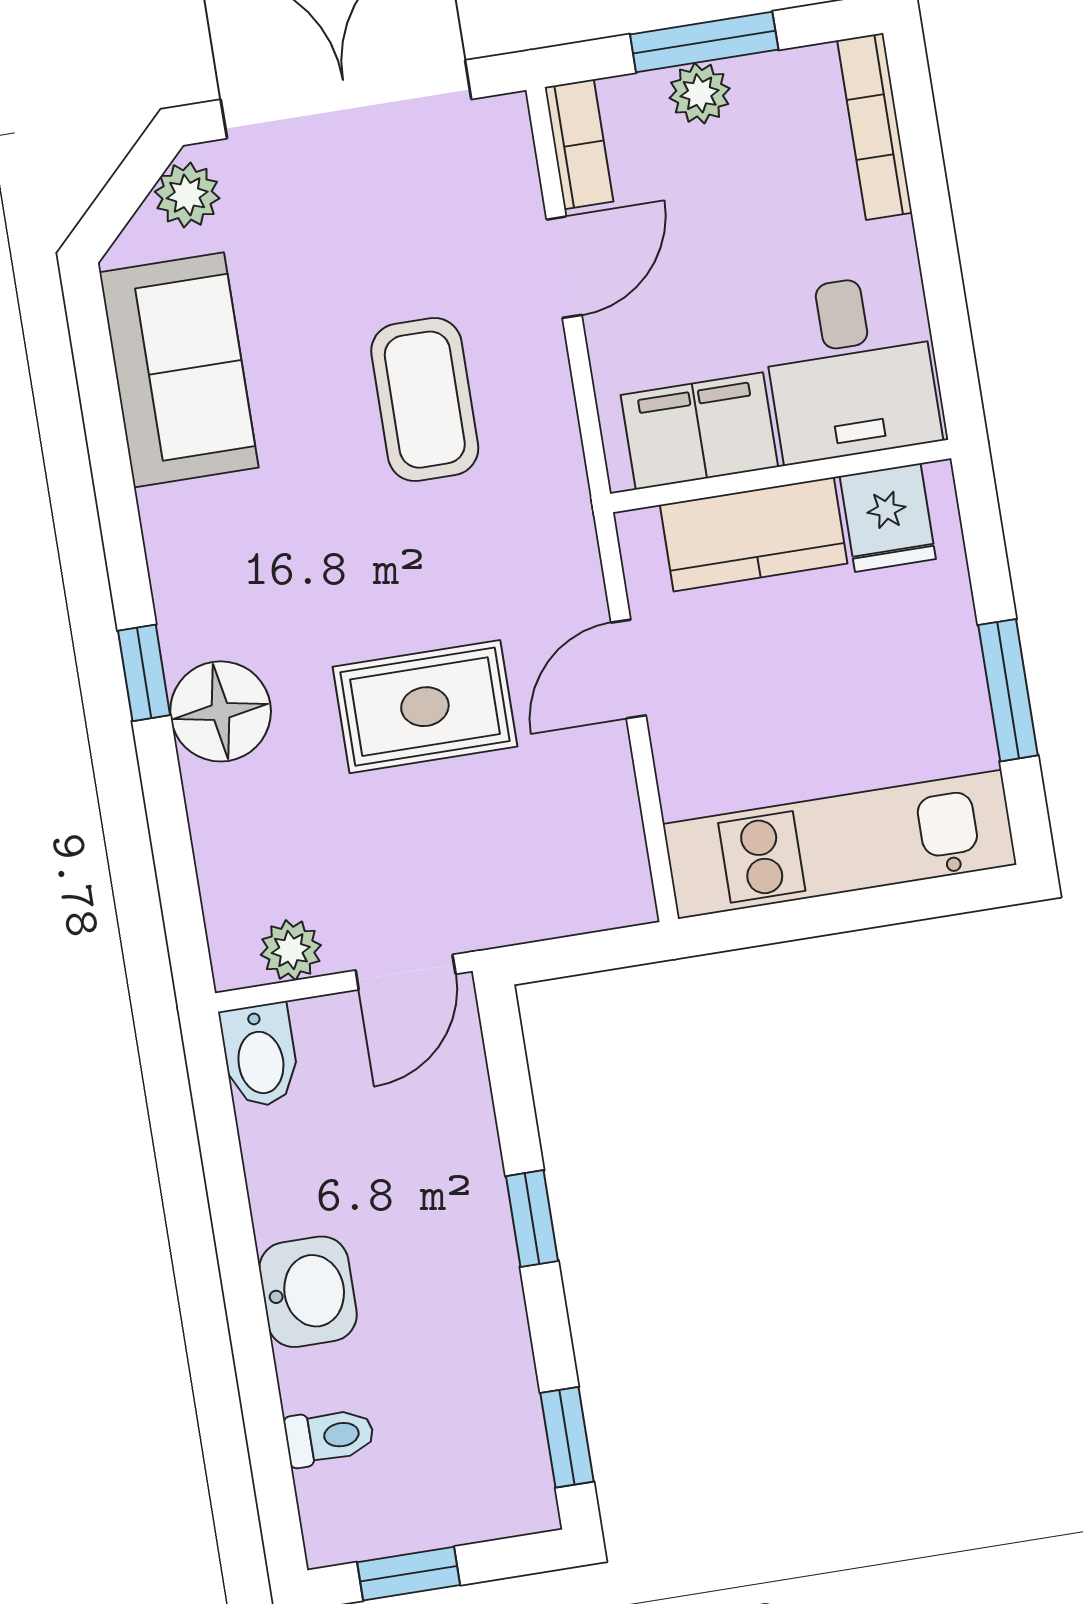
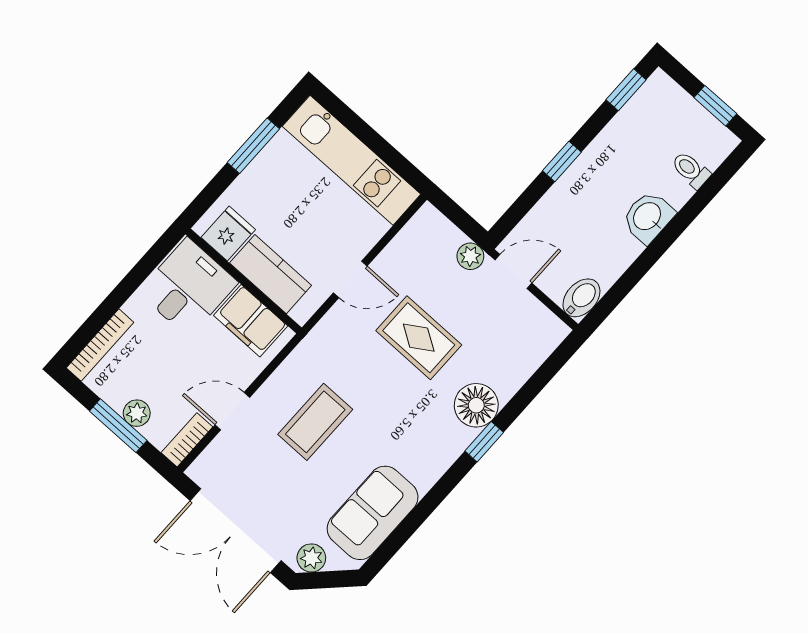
plant: (291, 950) -> (470, 256), moved

